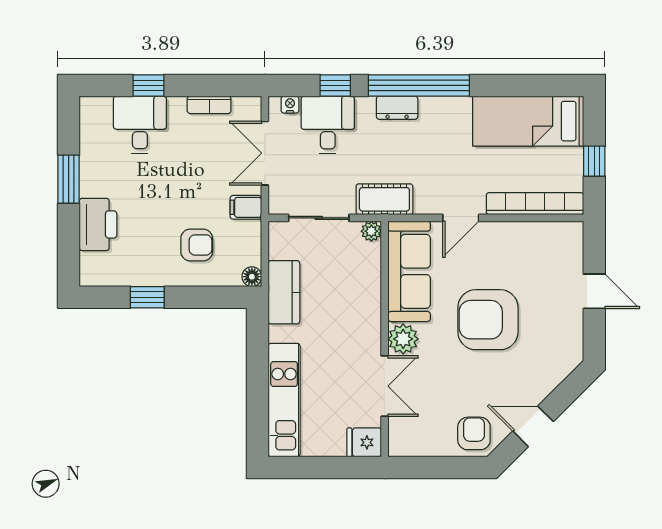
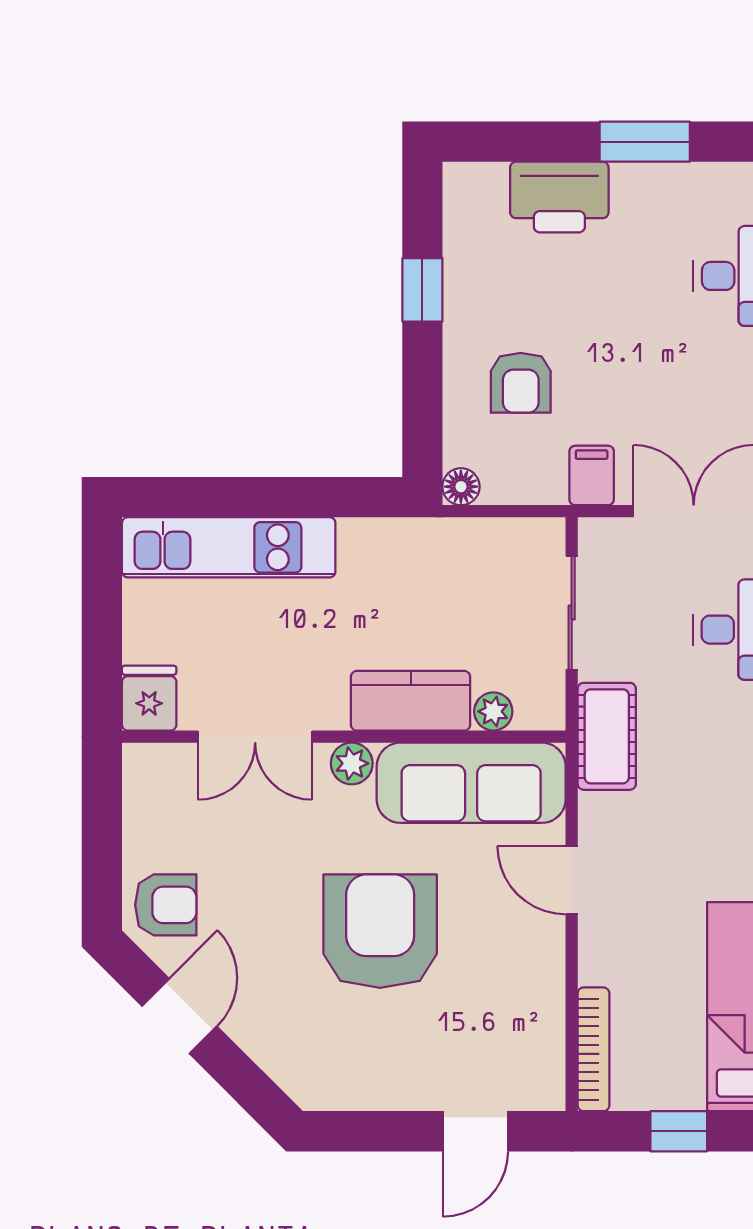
bookcase: (535, 204) -> (594, 1049), width x0.68, depth x0.76
plant: (371, 231) -> (493, 711), moved
door: (594, 291) -> (475, 1131), moved
kitchen counter: (284, 292) -> (411, 701), moved, turned 180
plant: (403, 339) -> (352, 763), width x0.73, depth x0.73

